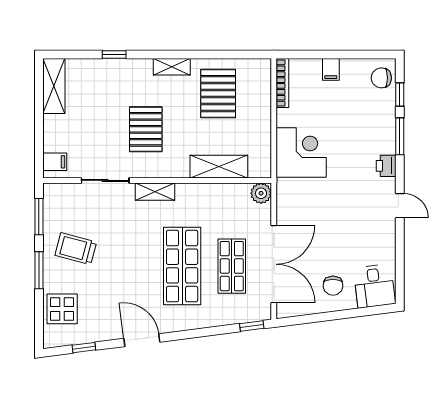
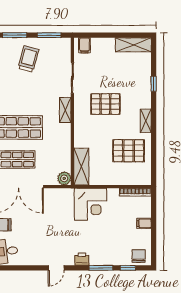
shelving: (219, 167) -> (81, 167), moved

